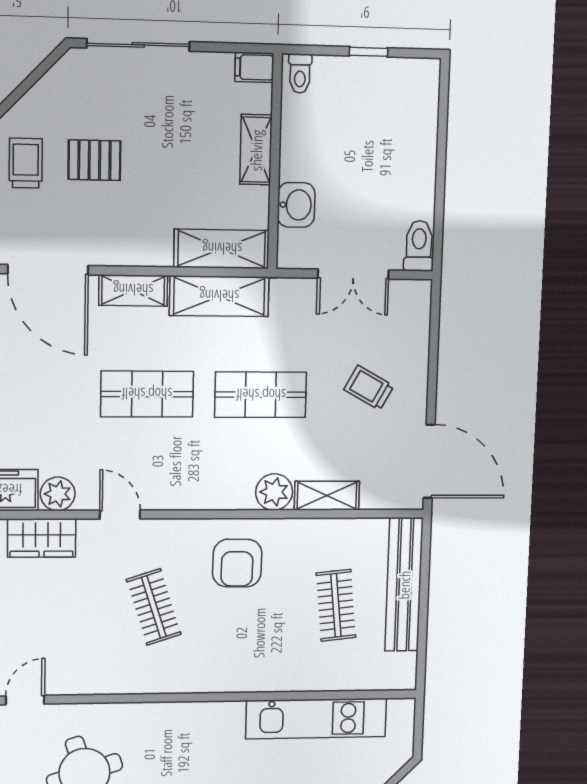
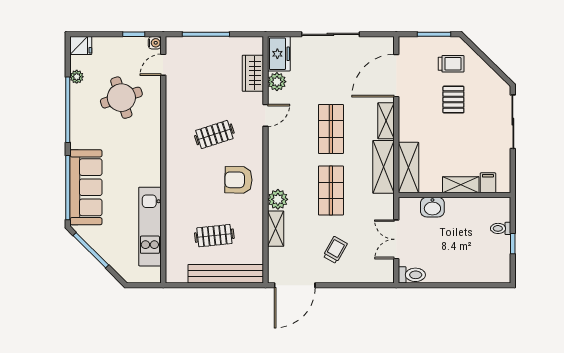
filing cabinet: (254, 67) -> (488, 183), moved
toilet: (300, 74) -> (501, 228), moved
door: (25, 700) -> (163, 65), swing flipped

